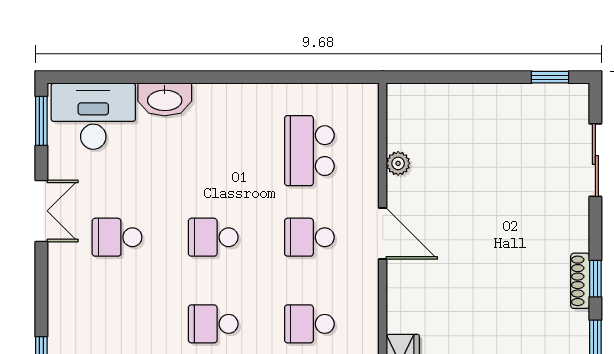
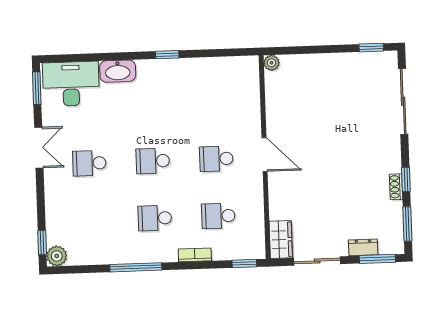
window: (241, 77) -> (167, 55), added
school desk: (309, 151) -> (214, 102), removed
sliding door: (595, 160) -> (403, 101), width x1.37
plant: (398, 163) -> (272, 63), moved
shoe rack: (580, 281) -> (396, 187), width x0.70

